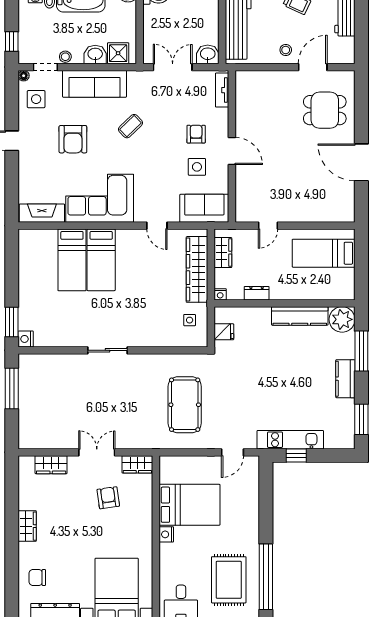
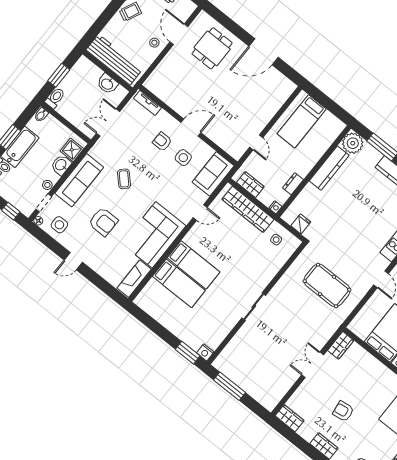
washbasin: (208, 54) -> (107, 84), moved, turned -90
wardrobe: (51, 465) -> (290, 418), moved, turned -90
armchair: (108, 498) -> (343, 411), moved

